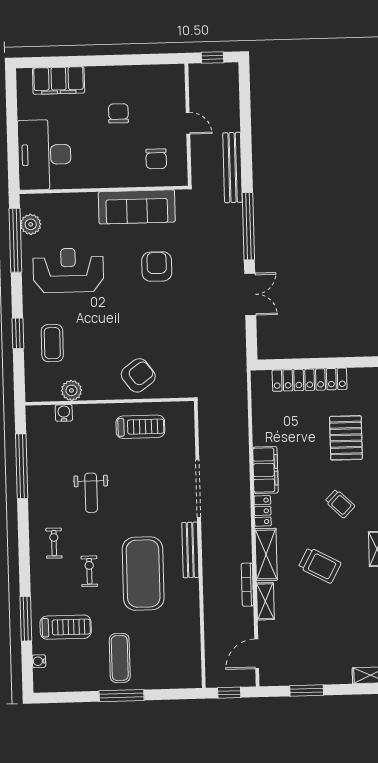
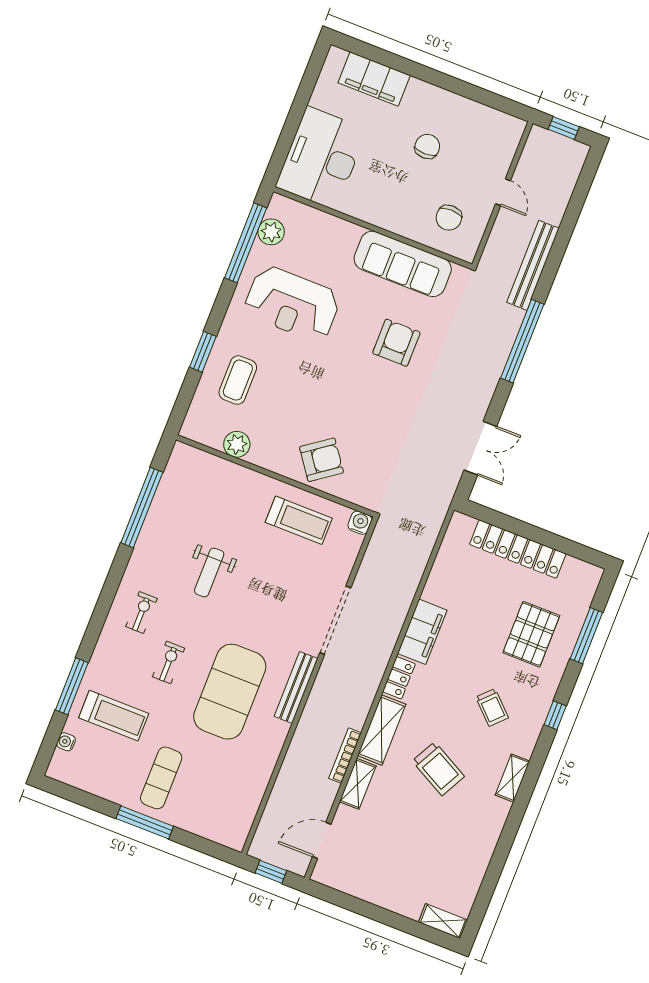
reception desk: (68, 270) -> (292, 304), turned 180
double door: (250, 294) -> (480, 448), moved
water cooler: (64, 413) -> (360, 523), moved
window: (307, 690) -> (362, 907), removed

